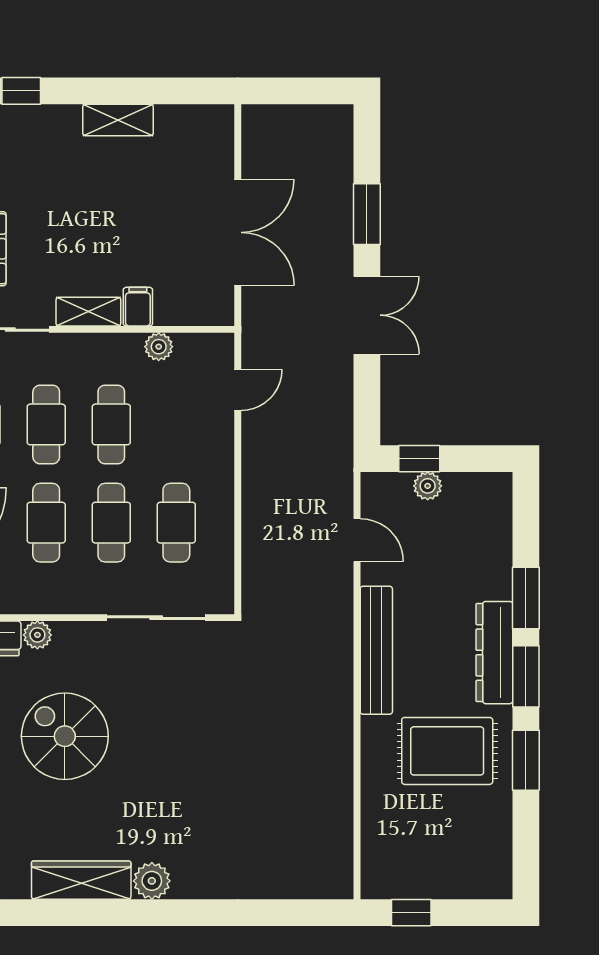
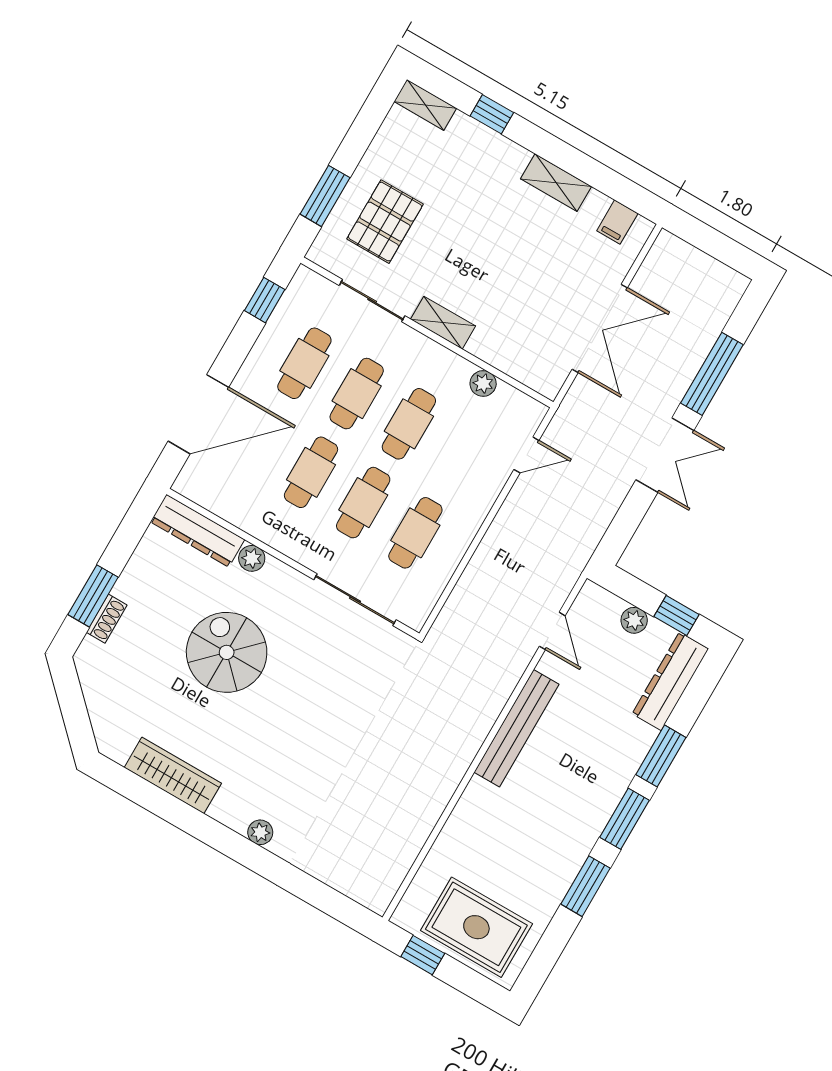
window: (367, 214) -> (712, 374), width x1.44
filing cabinet: (138, 307) -> (617, 222), moved, turned 180
window: (419, 459) -> (677, 616), moved
dresser: (494, 653) -> (670, 681), moved
rug: (447, 751) -> (476, 927), moved
plant: (152, 881) -> (260, 832), moved, width x0.73, depth x0.73

